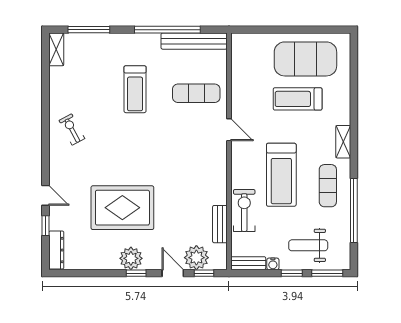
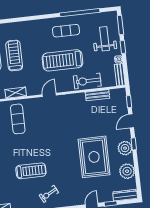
treadmill: (135, 89) -> (31, 171), moved
treadmill: (298, 99) -> (14, 56), turned 180
door: (229, 130) -> (49, 95), moved
shelving: (343, 142) -> (16, 93), moved
treadmill: (281, 175) -> (62, 60), turned 180
weight bench: (308, 245) -> (105, 39), turned 180
plant: (196, 258) -> (127, 171), moved

